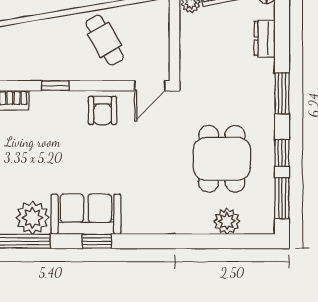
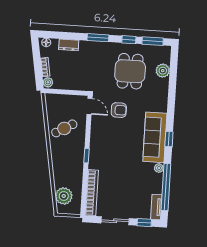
armchair: (103, 110) -> (119, 110), moved
dining table: (222, 159) -> (130, 71), turned 90
sofa: (86, 214) -> (155, 137), width x1.36
plant: (32, 218) -> (159, 168), width x0.53, depth x0.53

